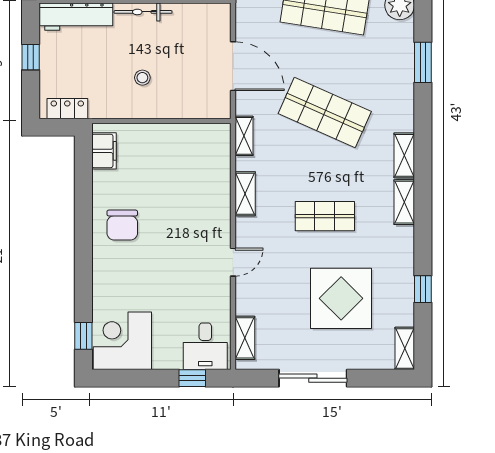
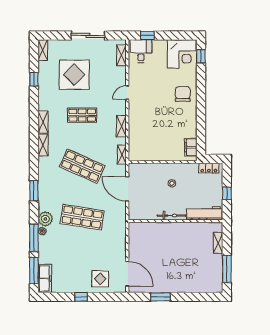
chair: (122, 225) -> (183, 94), moved

